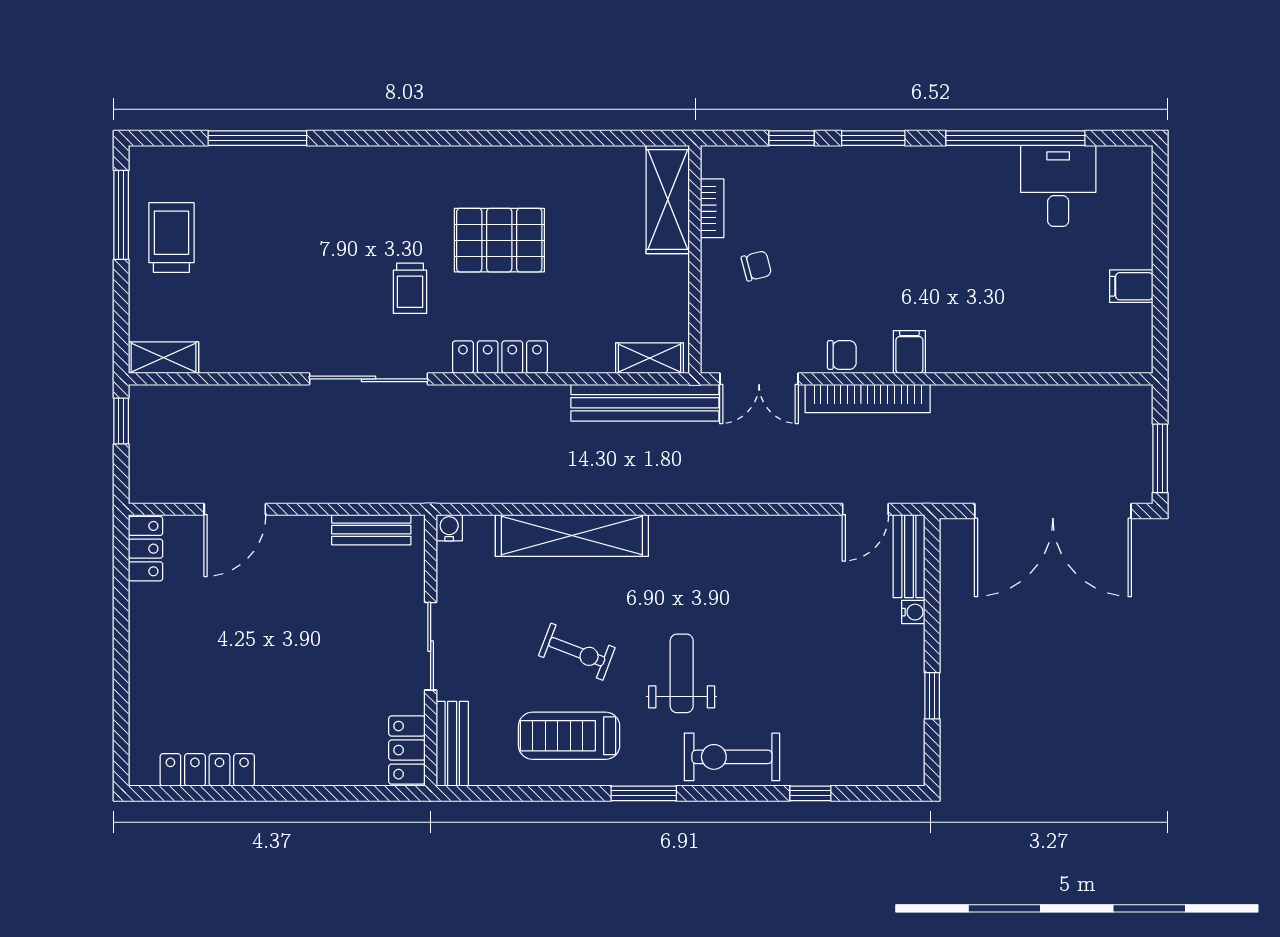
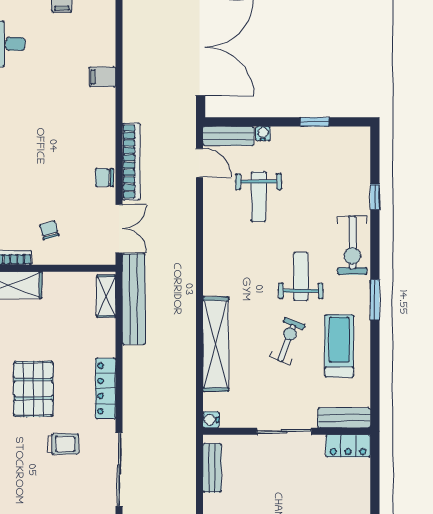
filing cabinet: (909, 352) -> (102, 77), moved
chair: (842, 355) -> (104, 177), turned -90
weight bench: (811, 605) -> (259, 197), added
weight bench: (682, 673) -> (301, 276), turned 90
treadmill: (569, 736) -> (339, 346), turned 180

